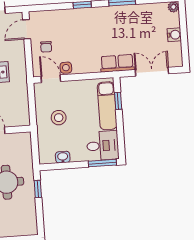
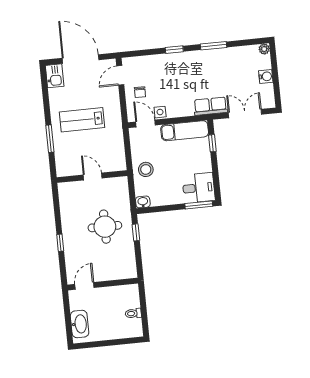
exam couch: (107, 106) -> (185, 131), moved, turned -90
stool: (59, 118) -> (146, 169), moved
washbasin: (63, 157) -> (143, 202), moved

